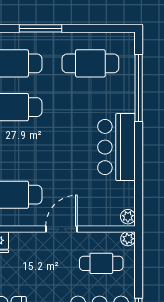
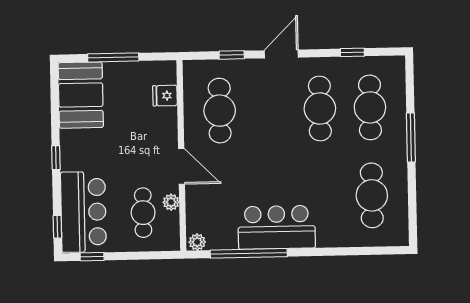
window: (139, 88) -> (249, 253), moved
plant: (128, 239) -> (171, 202), moved

